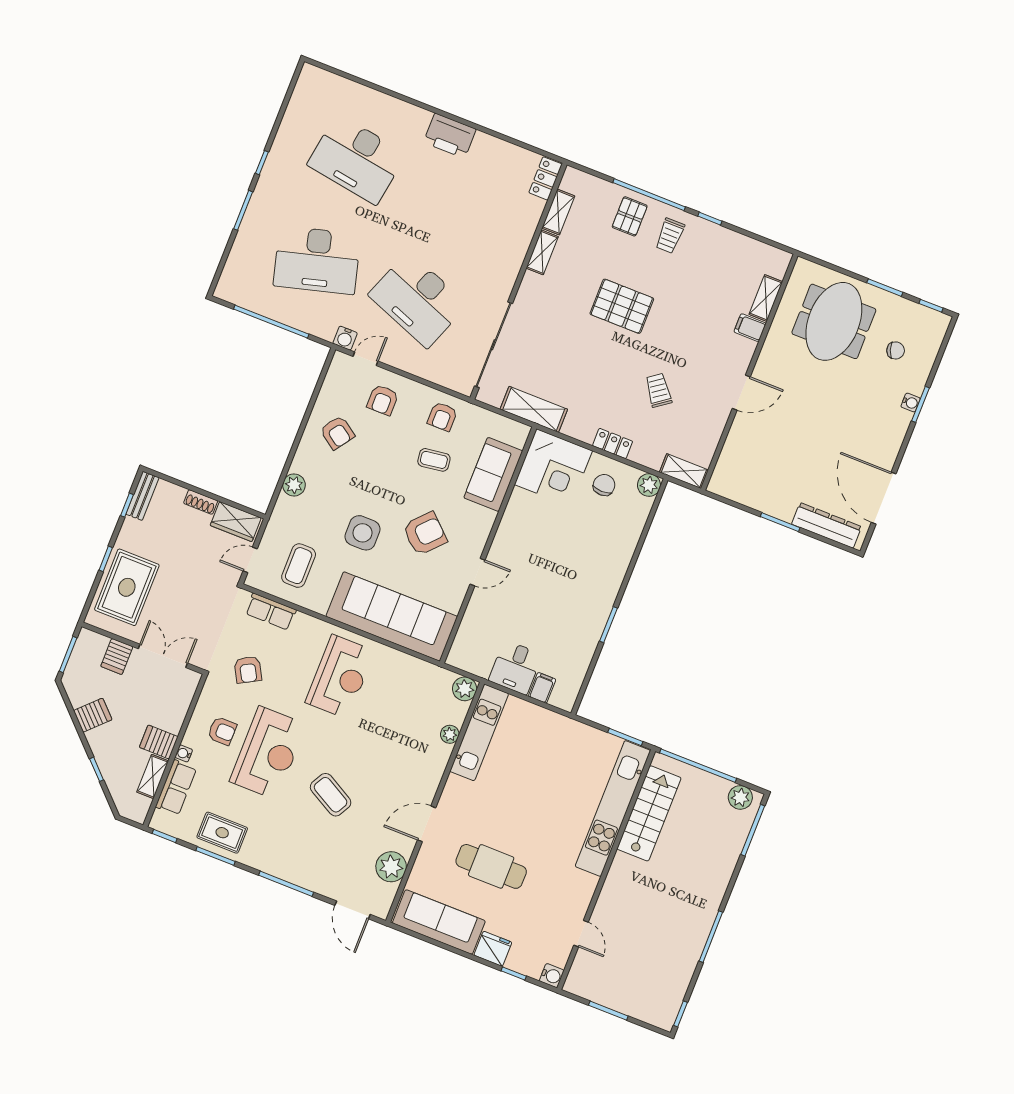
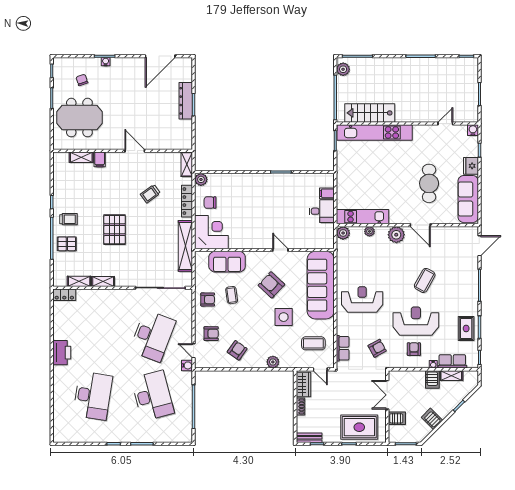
shelving: (534, 409) -> (185, 246), width x1.47
locker: (613, 444) -> (187, 201), width x1.53
dresser: (827, 525) -> (186, 101), moved
plant: (391, 867) -> (396, 235), moved

